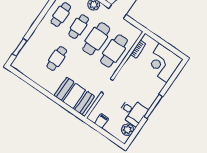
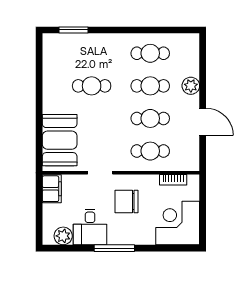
cafe table: (96, 39) -> (150, 118), width x0.73, depth x0.74
cafe table: (114, 51) -> (150, 151), width x0.73, depth x0.74
chair: (132, 83) -> (126, 202), added
filing cabinet: (102, 121) -> (52, 189), width x2.00

